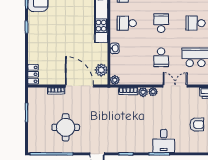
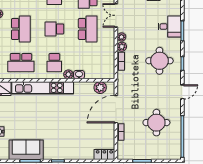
school desk: (161, 57) -> (88, 29), width x1.85
plant: (115, 80) -> (68, 74), moved
round table: (129, 130) -> (159, 61), added

